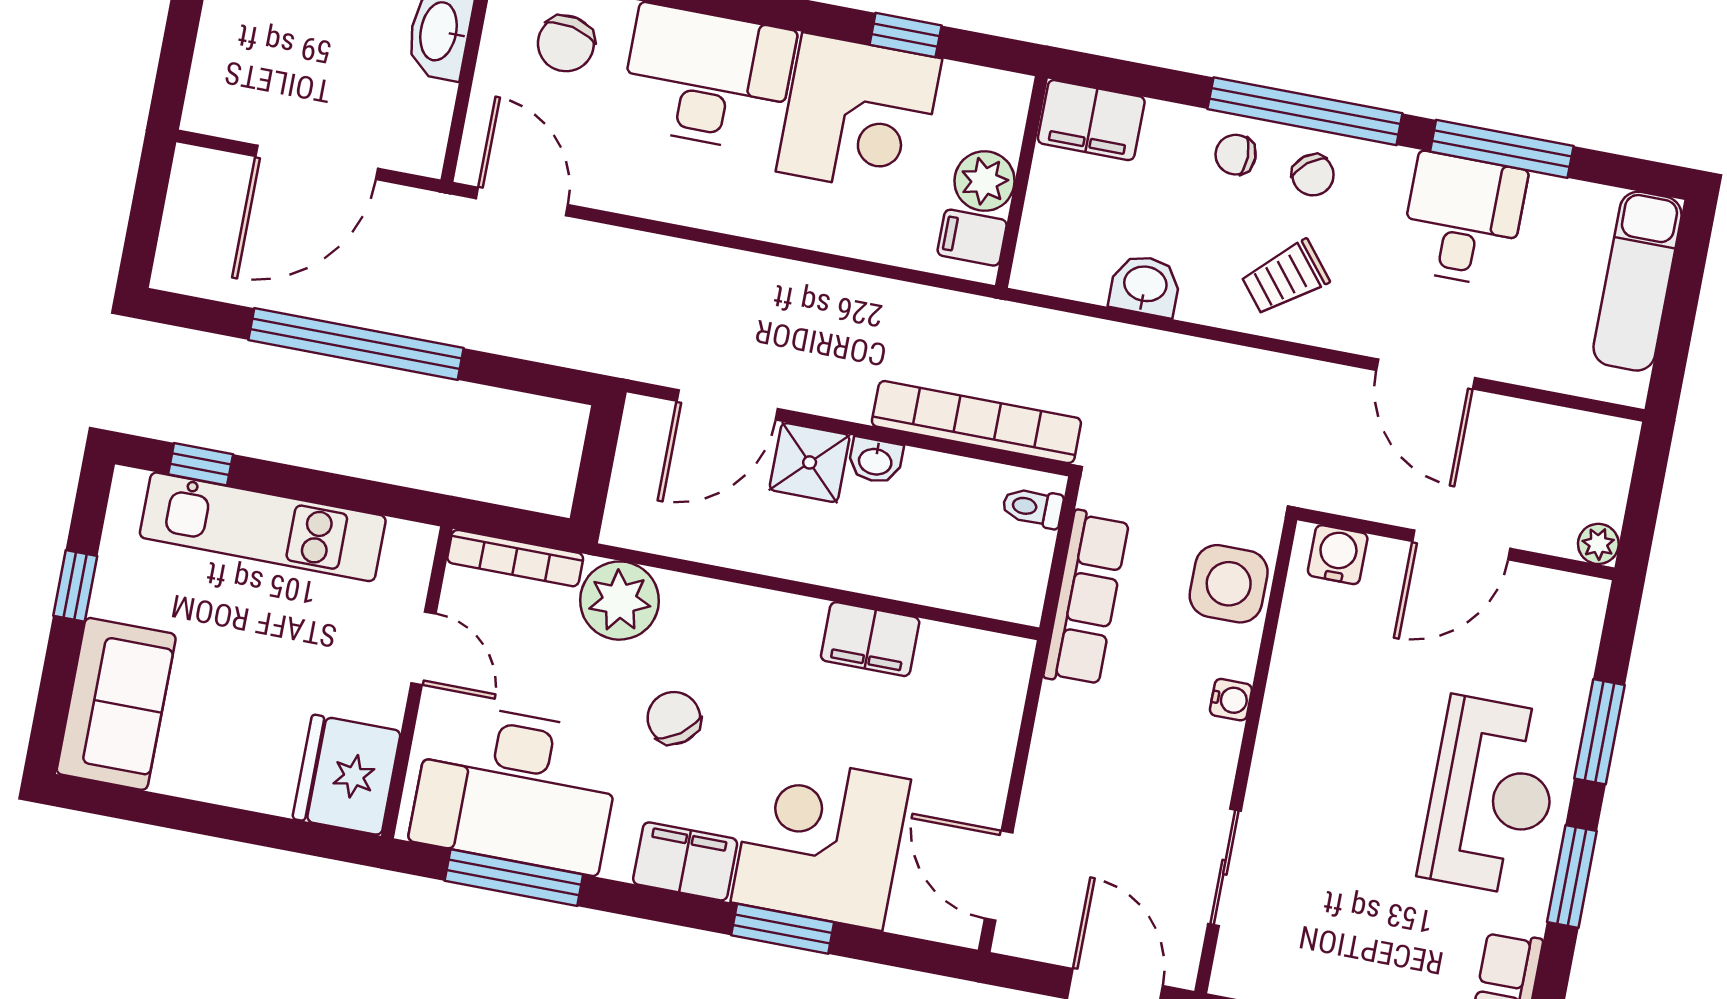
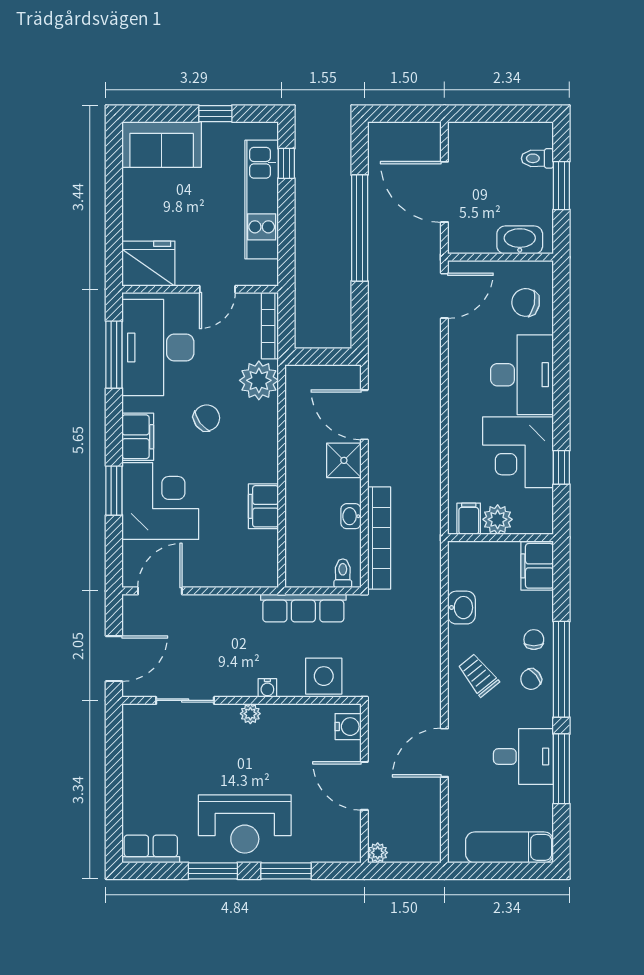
washbasin: (875, 461) -> (351, 516), moved
plant: (1275, 743) -> (250, 714), added

